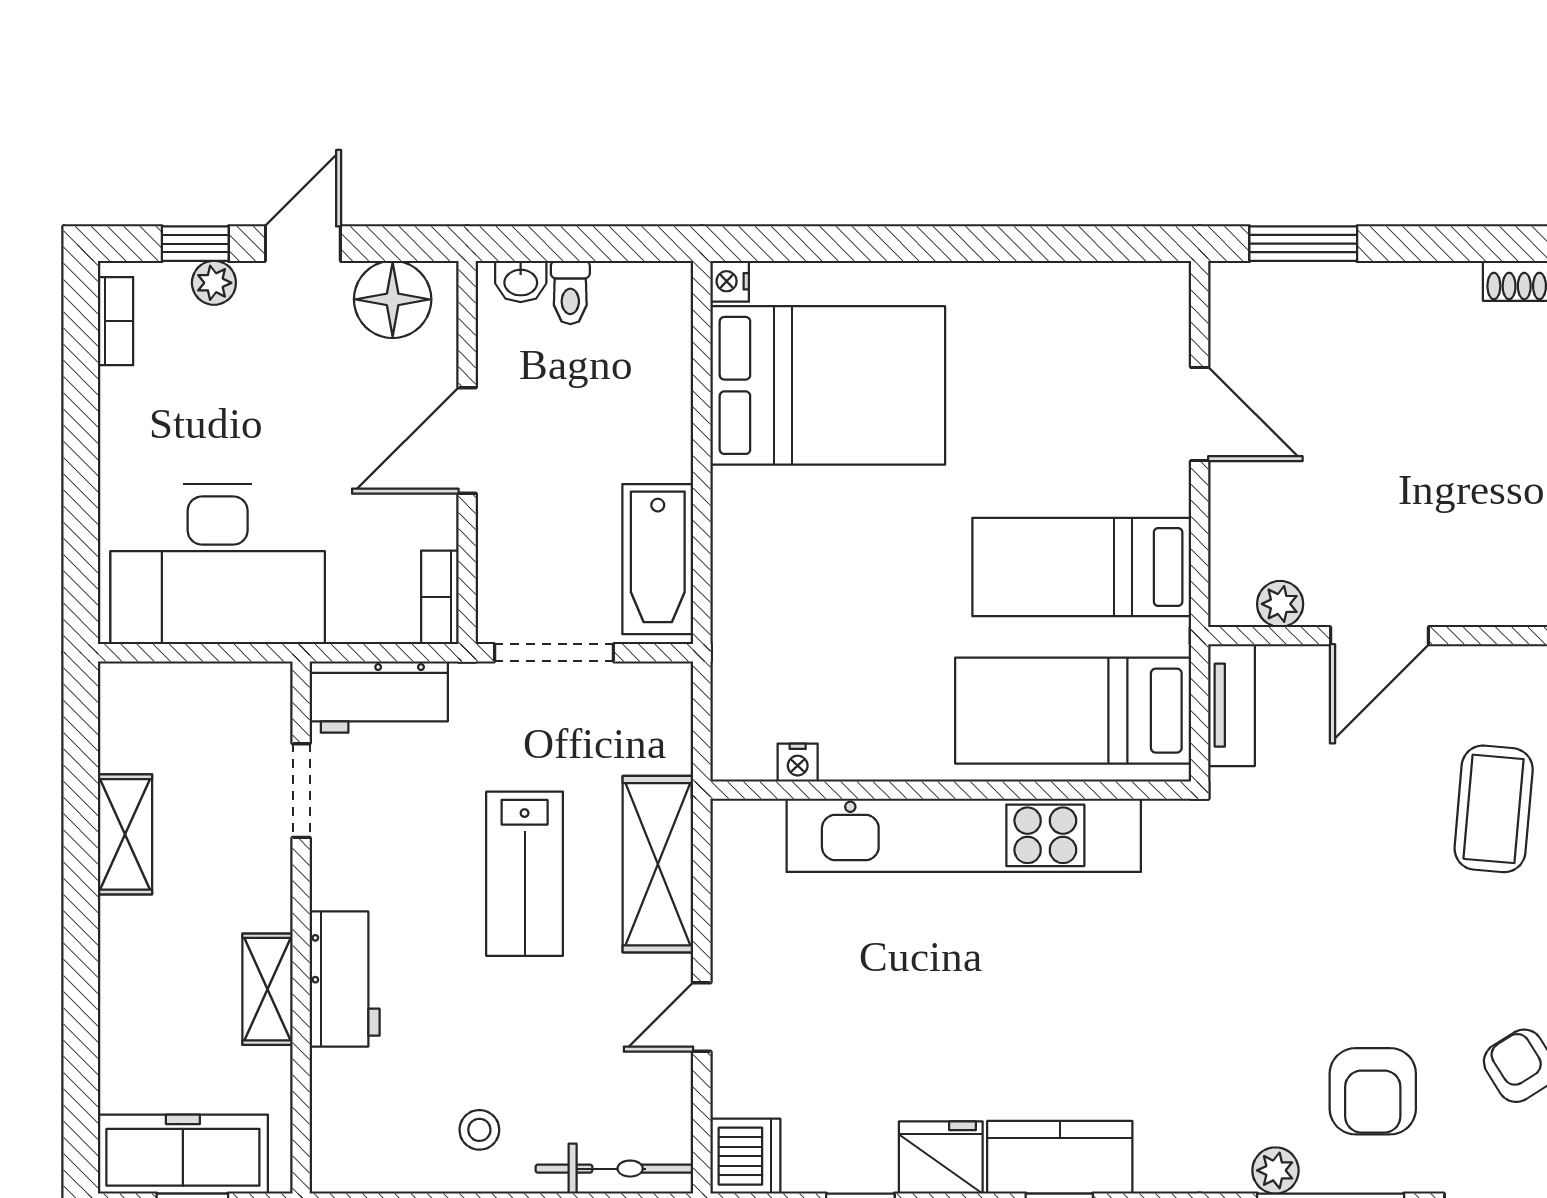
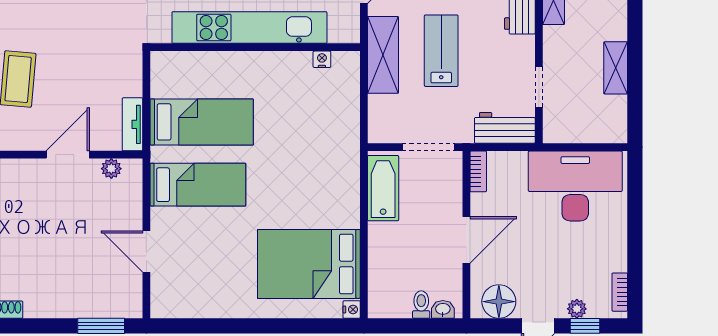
nightstand: (798, 763) -> (322, 59), moved
wall: (951, 790) -> (255, 47), moved
kitchen unit: (964, 835) -> (249, 28), moved

